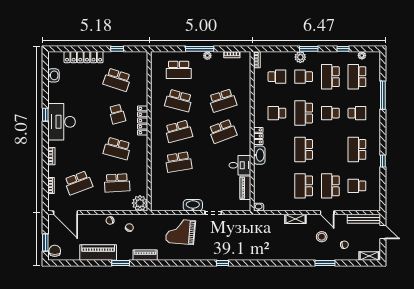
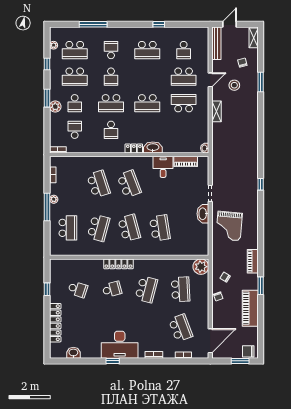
school desk: (117, 80) -> (78, 289), width x0.54
school desk: (304, 186) -> (184, 103), turned 180

